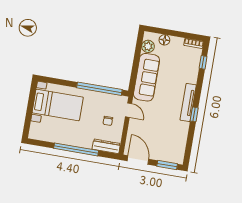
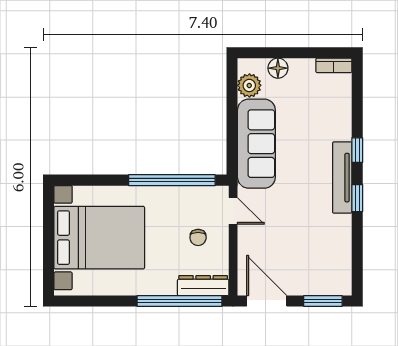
window: (203, 62) -> (357, 150), moved
bed with nightstands: (58, 105) -> (99, 238), width x1.36
window: (76, 149) -> (179, 301), moved

